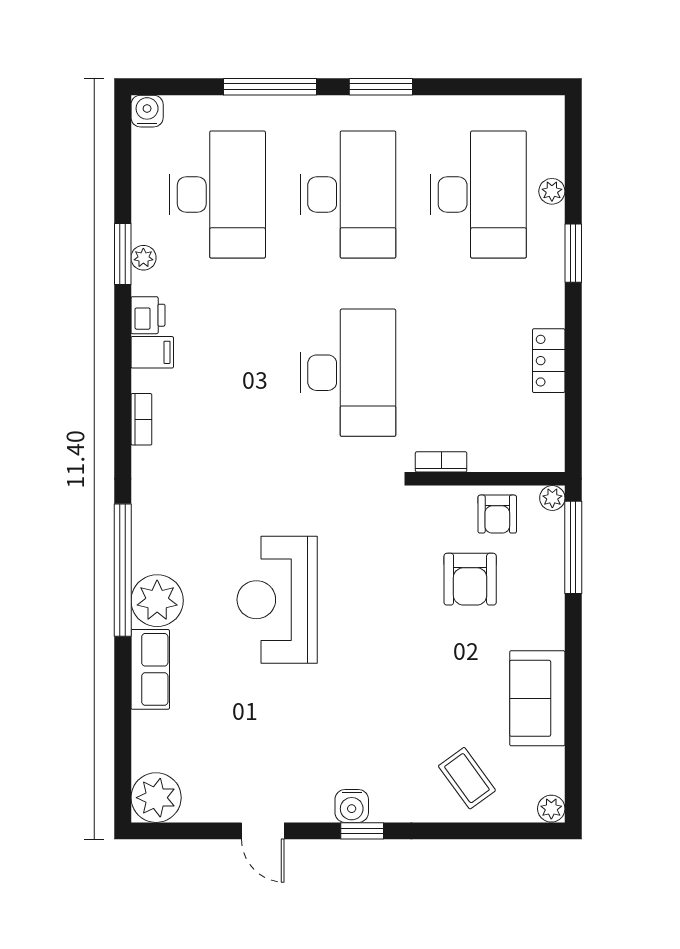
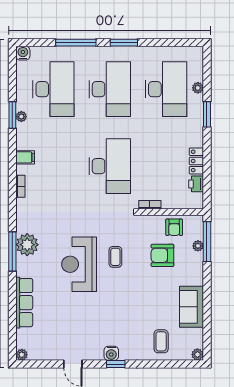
printer: (148, 315) -> (196, 184), moved, turned 180
plant: (552, 498) -> (198, 246), moved
window: (123, 570) -> (12, 251), width x0.68
armchair: (470, 579) -> (162, 255), turned 90
coffee table: (361, 583) -> (115, 257), added
plant: (157, 601) -> (27, 245), moved
row of seats: (150, 669) -> (24, 303), width x1.48
coffee table: (467, 778) -> (161, 341), turned 36
plant: (156, 798) -> (22, 355), width x0.53, depth x0.53

